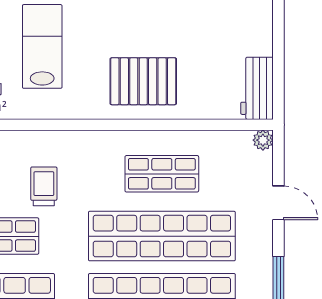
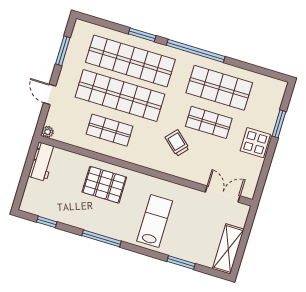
lab bench: (42, 46) -> (155, 221), turned 180
trolley: (44, 186) -> (177, 143), turned 132

